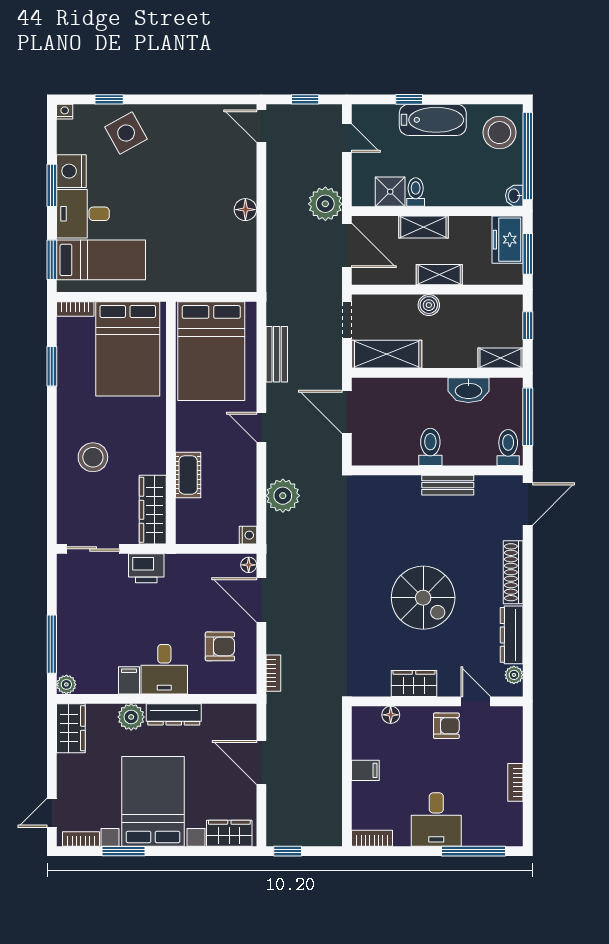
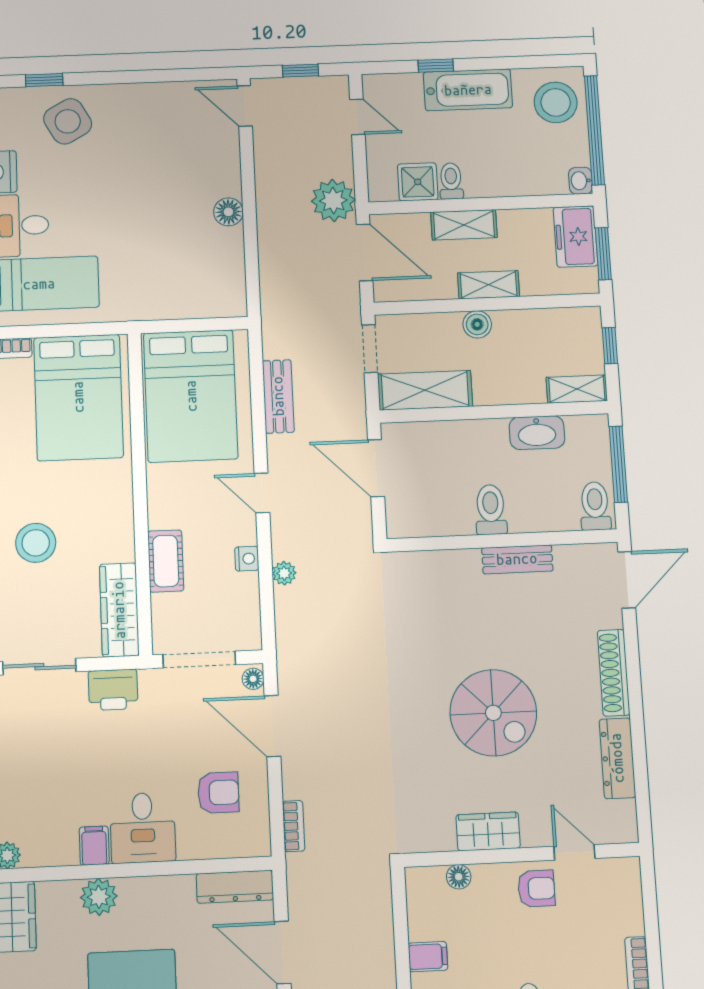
plant: (283, 496) -> (284, 573), width x0.53, depth x0.53
nightstand: (248, 535) -> (247, 559), moved
doorway: (210, 549) -> (199, 660), added
plant: (514, 675) -> (625, 813), removed
dresser: (174, 714) -> (235, 887), moved

